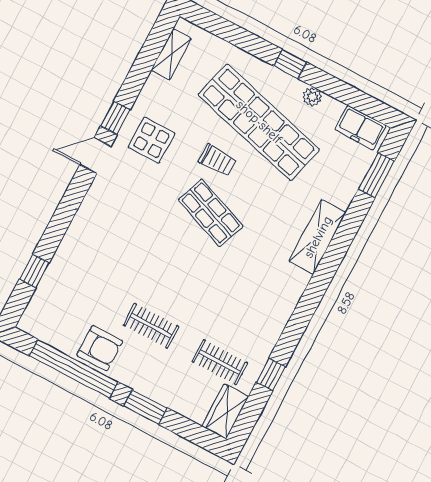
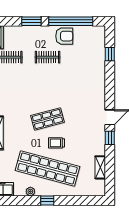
shelving: (171, 55) -> (100, 167), moved
display table: (151, 140) -> (89, 137), removed
shop shelf: (211, 213) -> (47, 119), turned -36
armchair: (100, 348) -> (64, 36), turned 180

